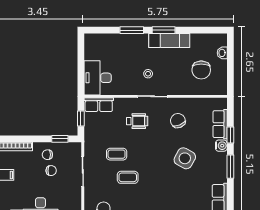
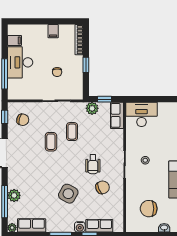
wheelchair: (137, 121) -> (93, 164), moved
plant: (91, 132) -> (92, 108), added
window: (60, 139) -> (86, 65), moved
chair: (47, 155) -> (72, 69), removed

